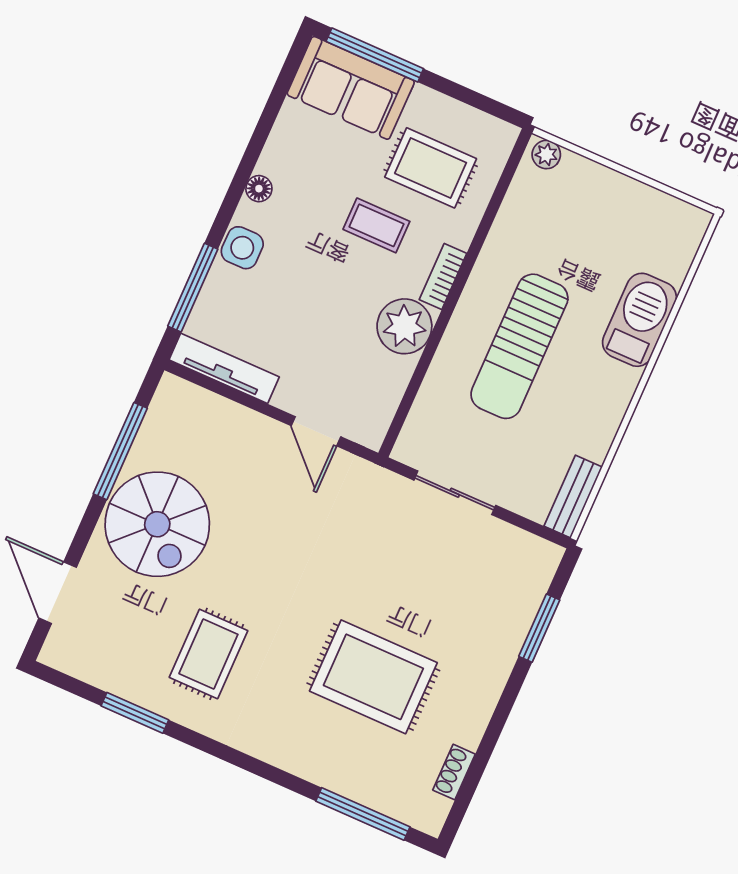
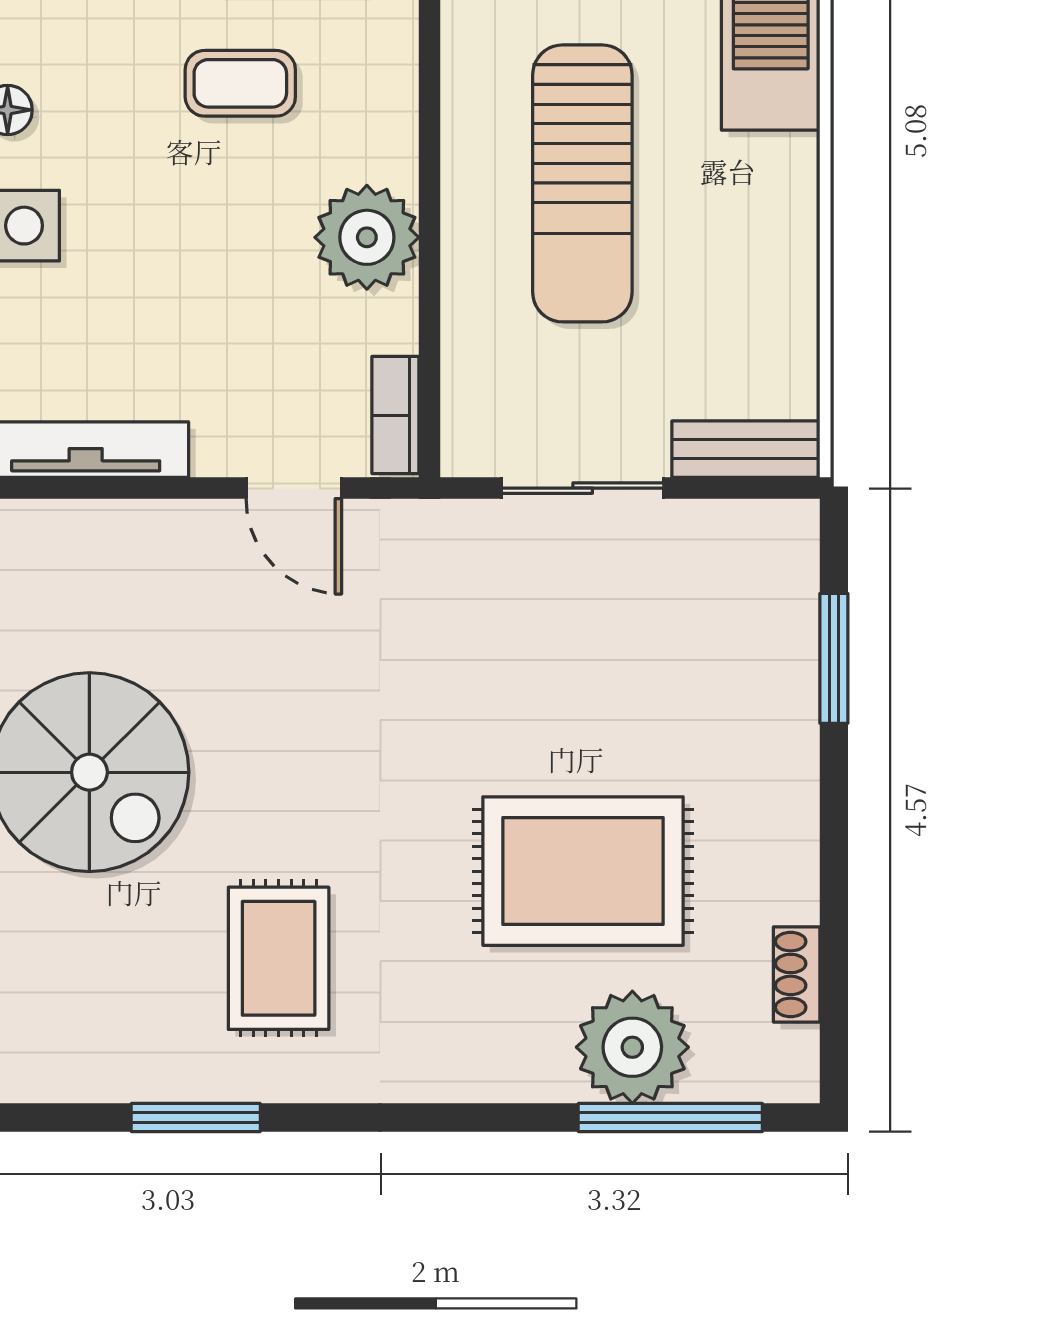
bookcase: (443, 276) -> (395, 415), moved
bench: (573, 497) -> (746, 449), moved, turned 90
plant: (360, 772) -> (632, 1047), added

